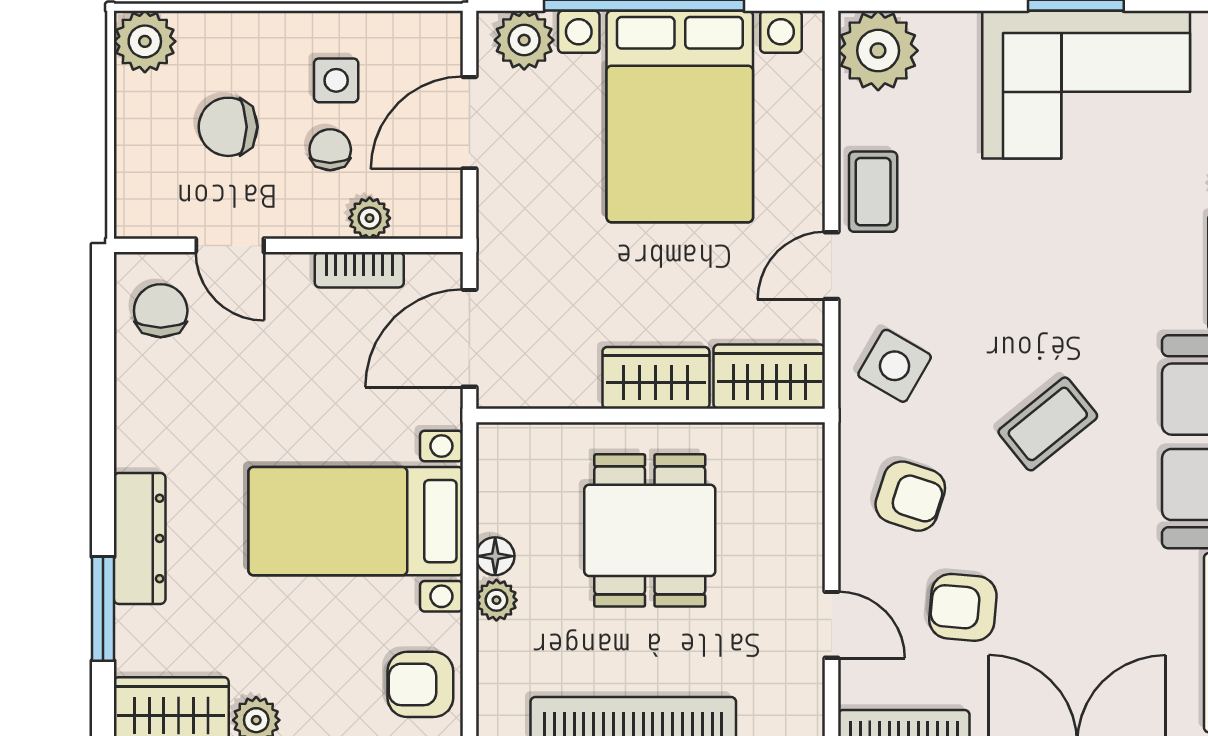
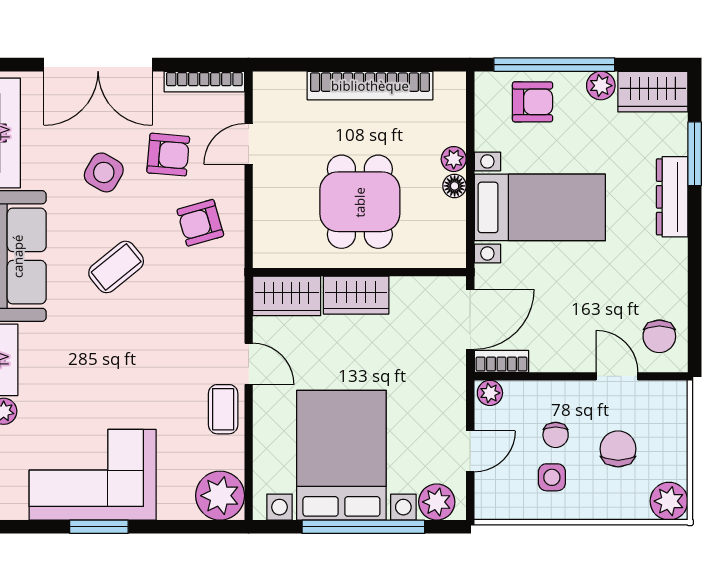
door: (469, 123) -> (470, 451), width x0.73
chair: (228, 127) -> (618, 449), turned -90
plant: (370, 218) -> (490, 393), moved
door: (832, 266) -> (249, 364), hinge flipped
bookcase: (359, 270) -> (501, 361), moved
side table: (895, 366) -> (104, 172), moved
armchair: (910, 496) -> (200, 223), turned -34
door: (832, 625) -> (249, 144), hinge flipped
armchair: (420, 684) -> (533, 102), moved

